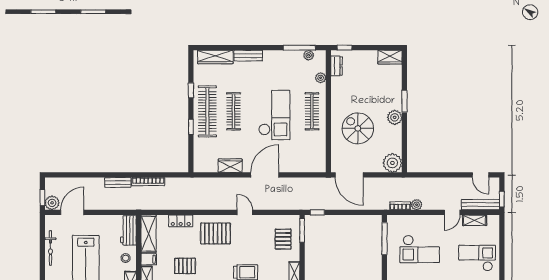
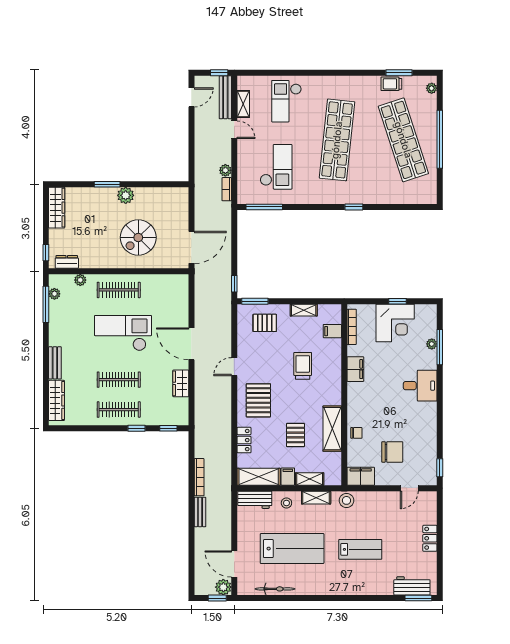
wardrobe: (390, 57) -> (57, 208), width x1.50
window: (191, 90) -> (168, 428), moved
clothes rail: (207, 111) -> (119, 410), width x0.73, depth x0.76
plant: (392, 163) -> (178, 198), removed

